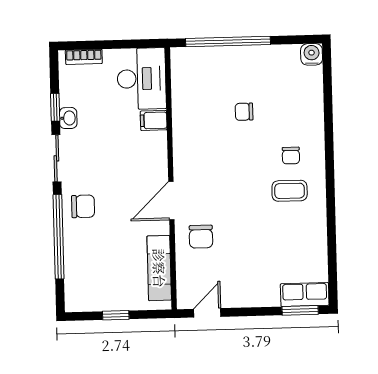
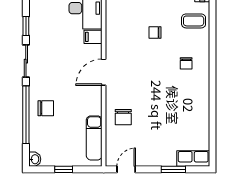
washbasin: (68, 118) -> (35, 159), moved
coffee table: (290, 191) -> (194, 21), moved
door: (171, 201) -> (104, 72), moved
chair: (83, 206) -> (46, 108), moved
window: (300, 310) -> (173, 169), moved

